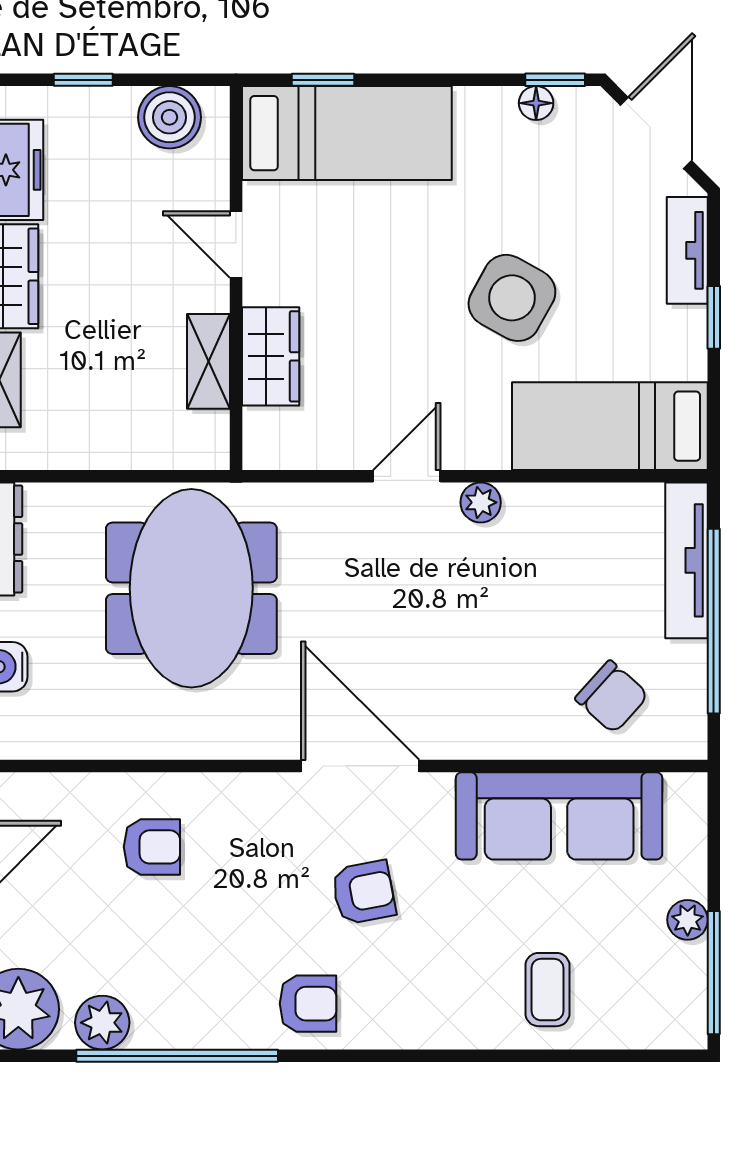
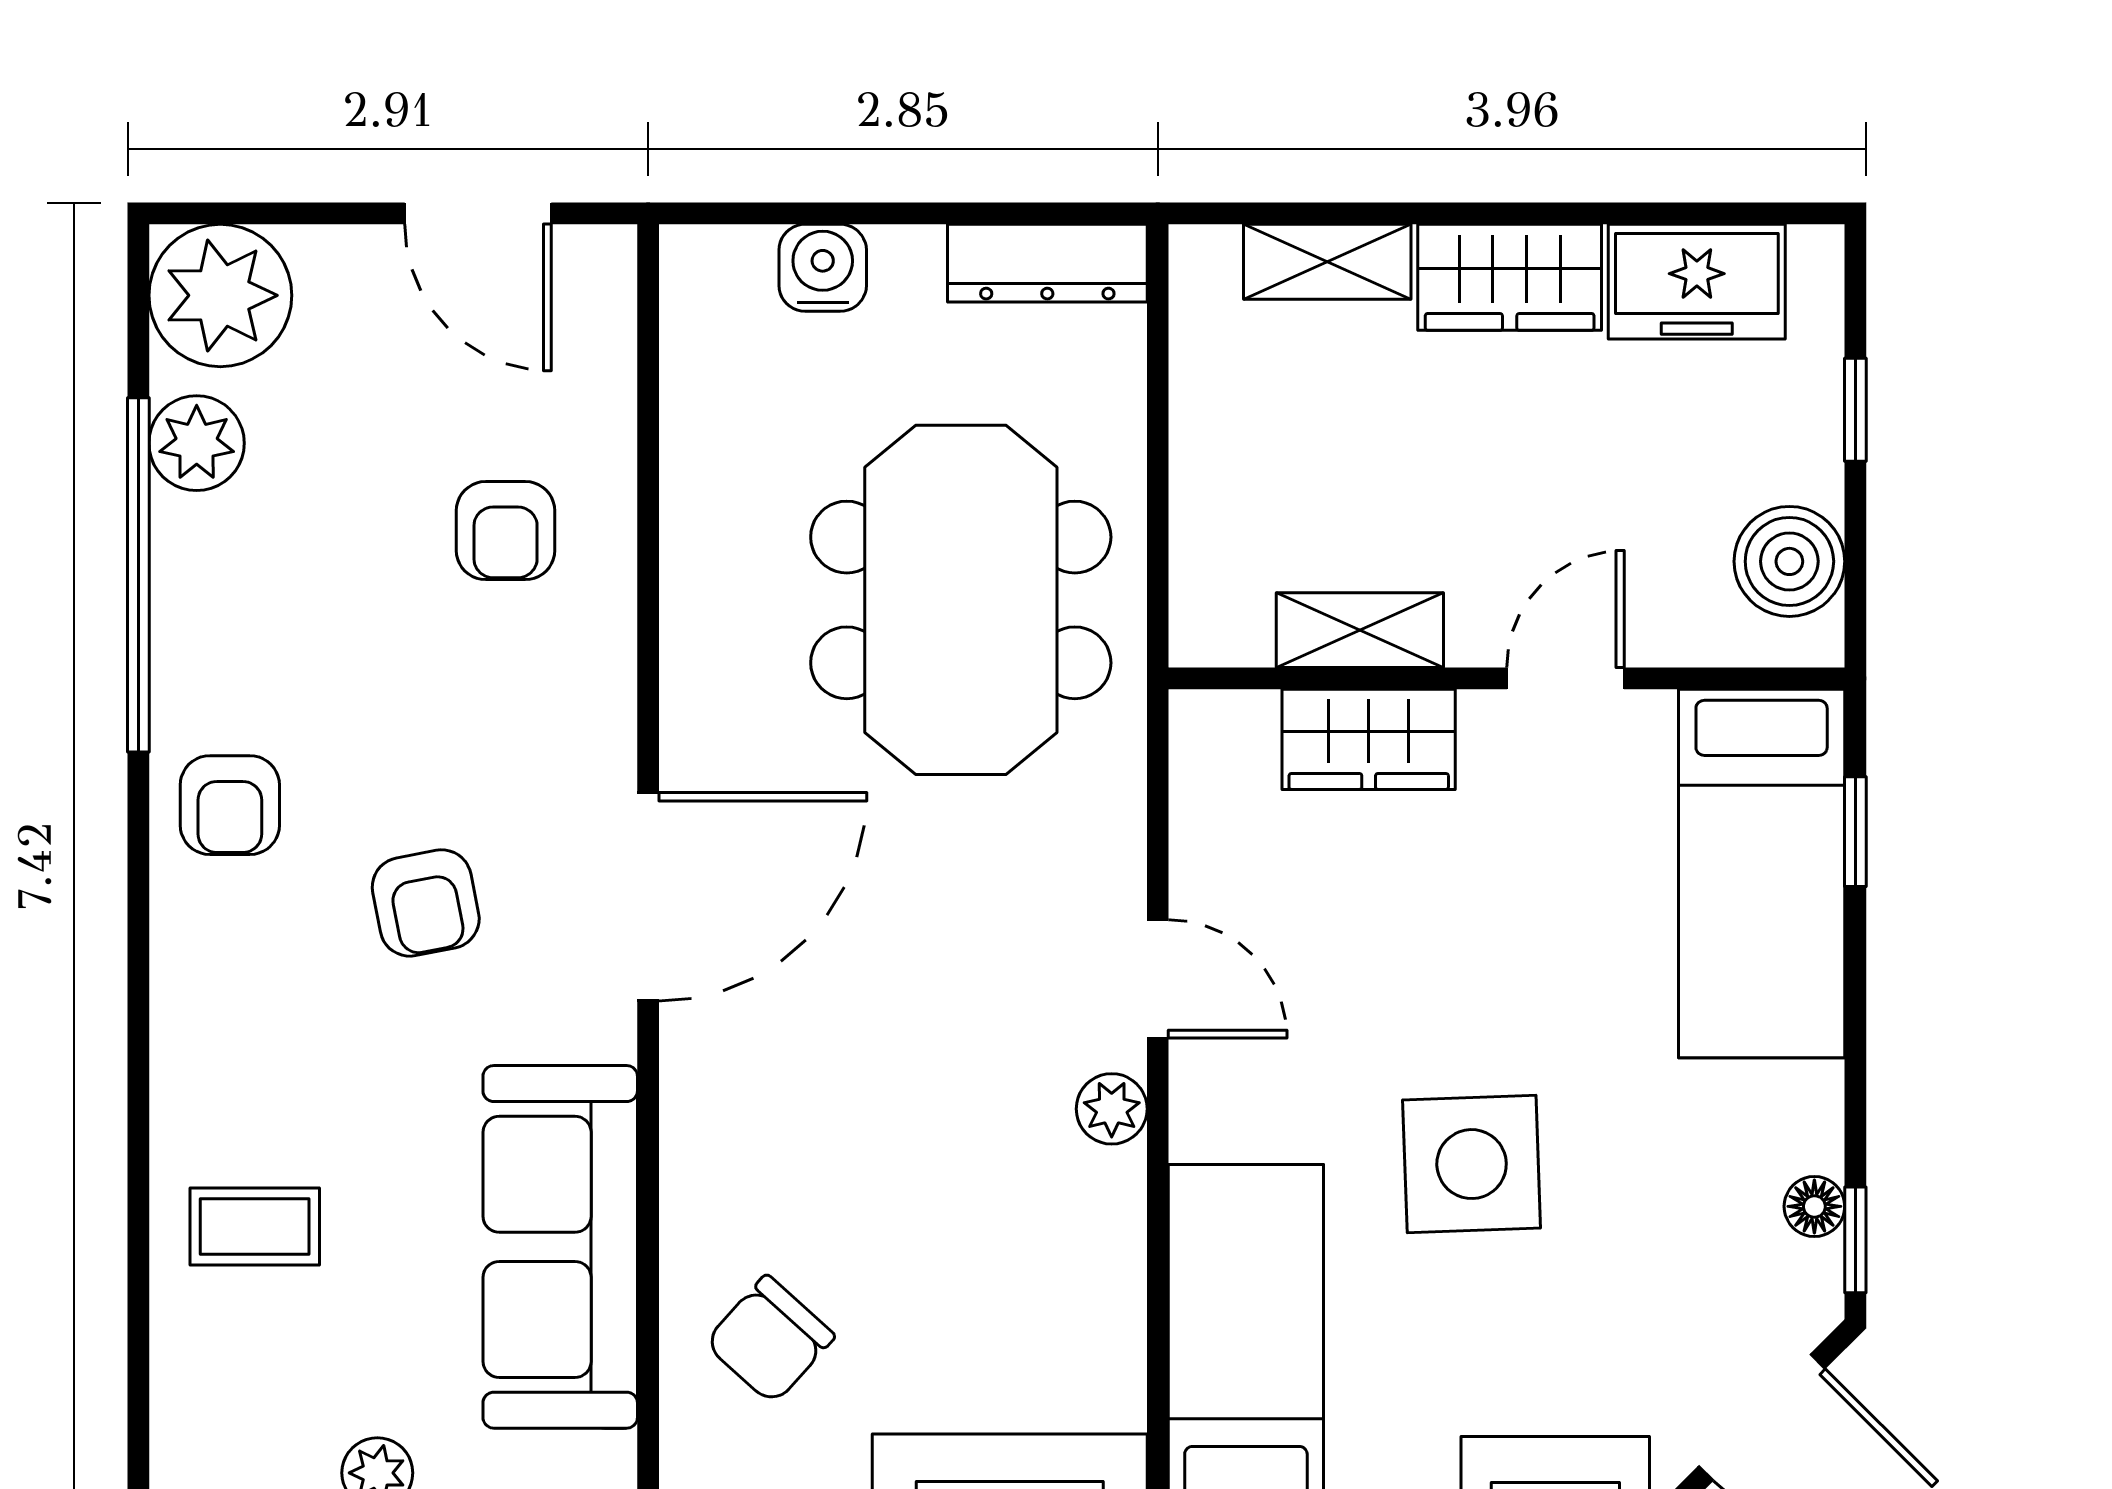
side table: (512, 298) -> (1472, 1164), turned -31
meeting table: (191, 588) -> (961, 600), turned 90

